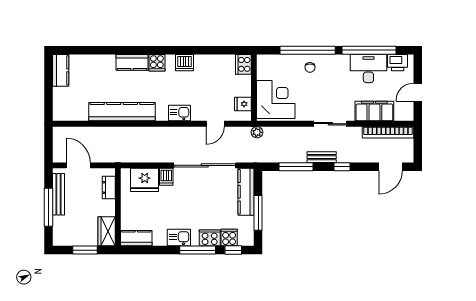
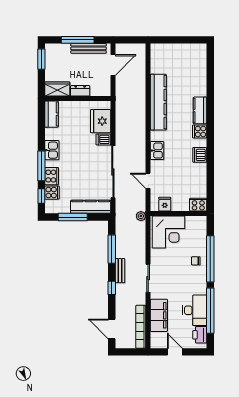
kitchen counter: (61, 70) -> (193, 50), removed
dresser: (109, 187) -> (80, 91), moved
window: (85, 250) -> (41, 59), moved

